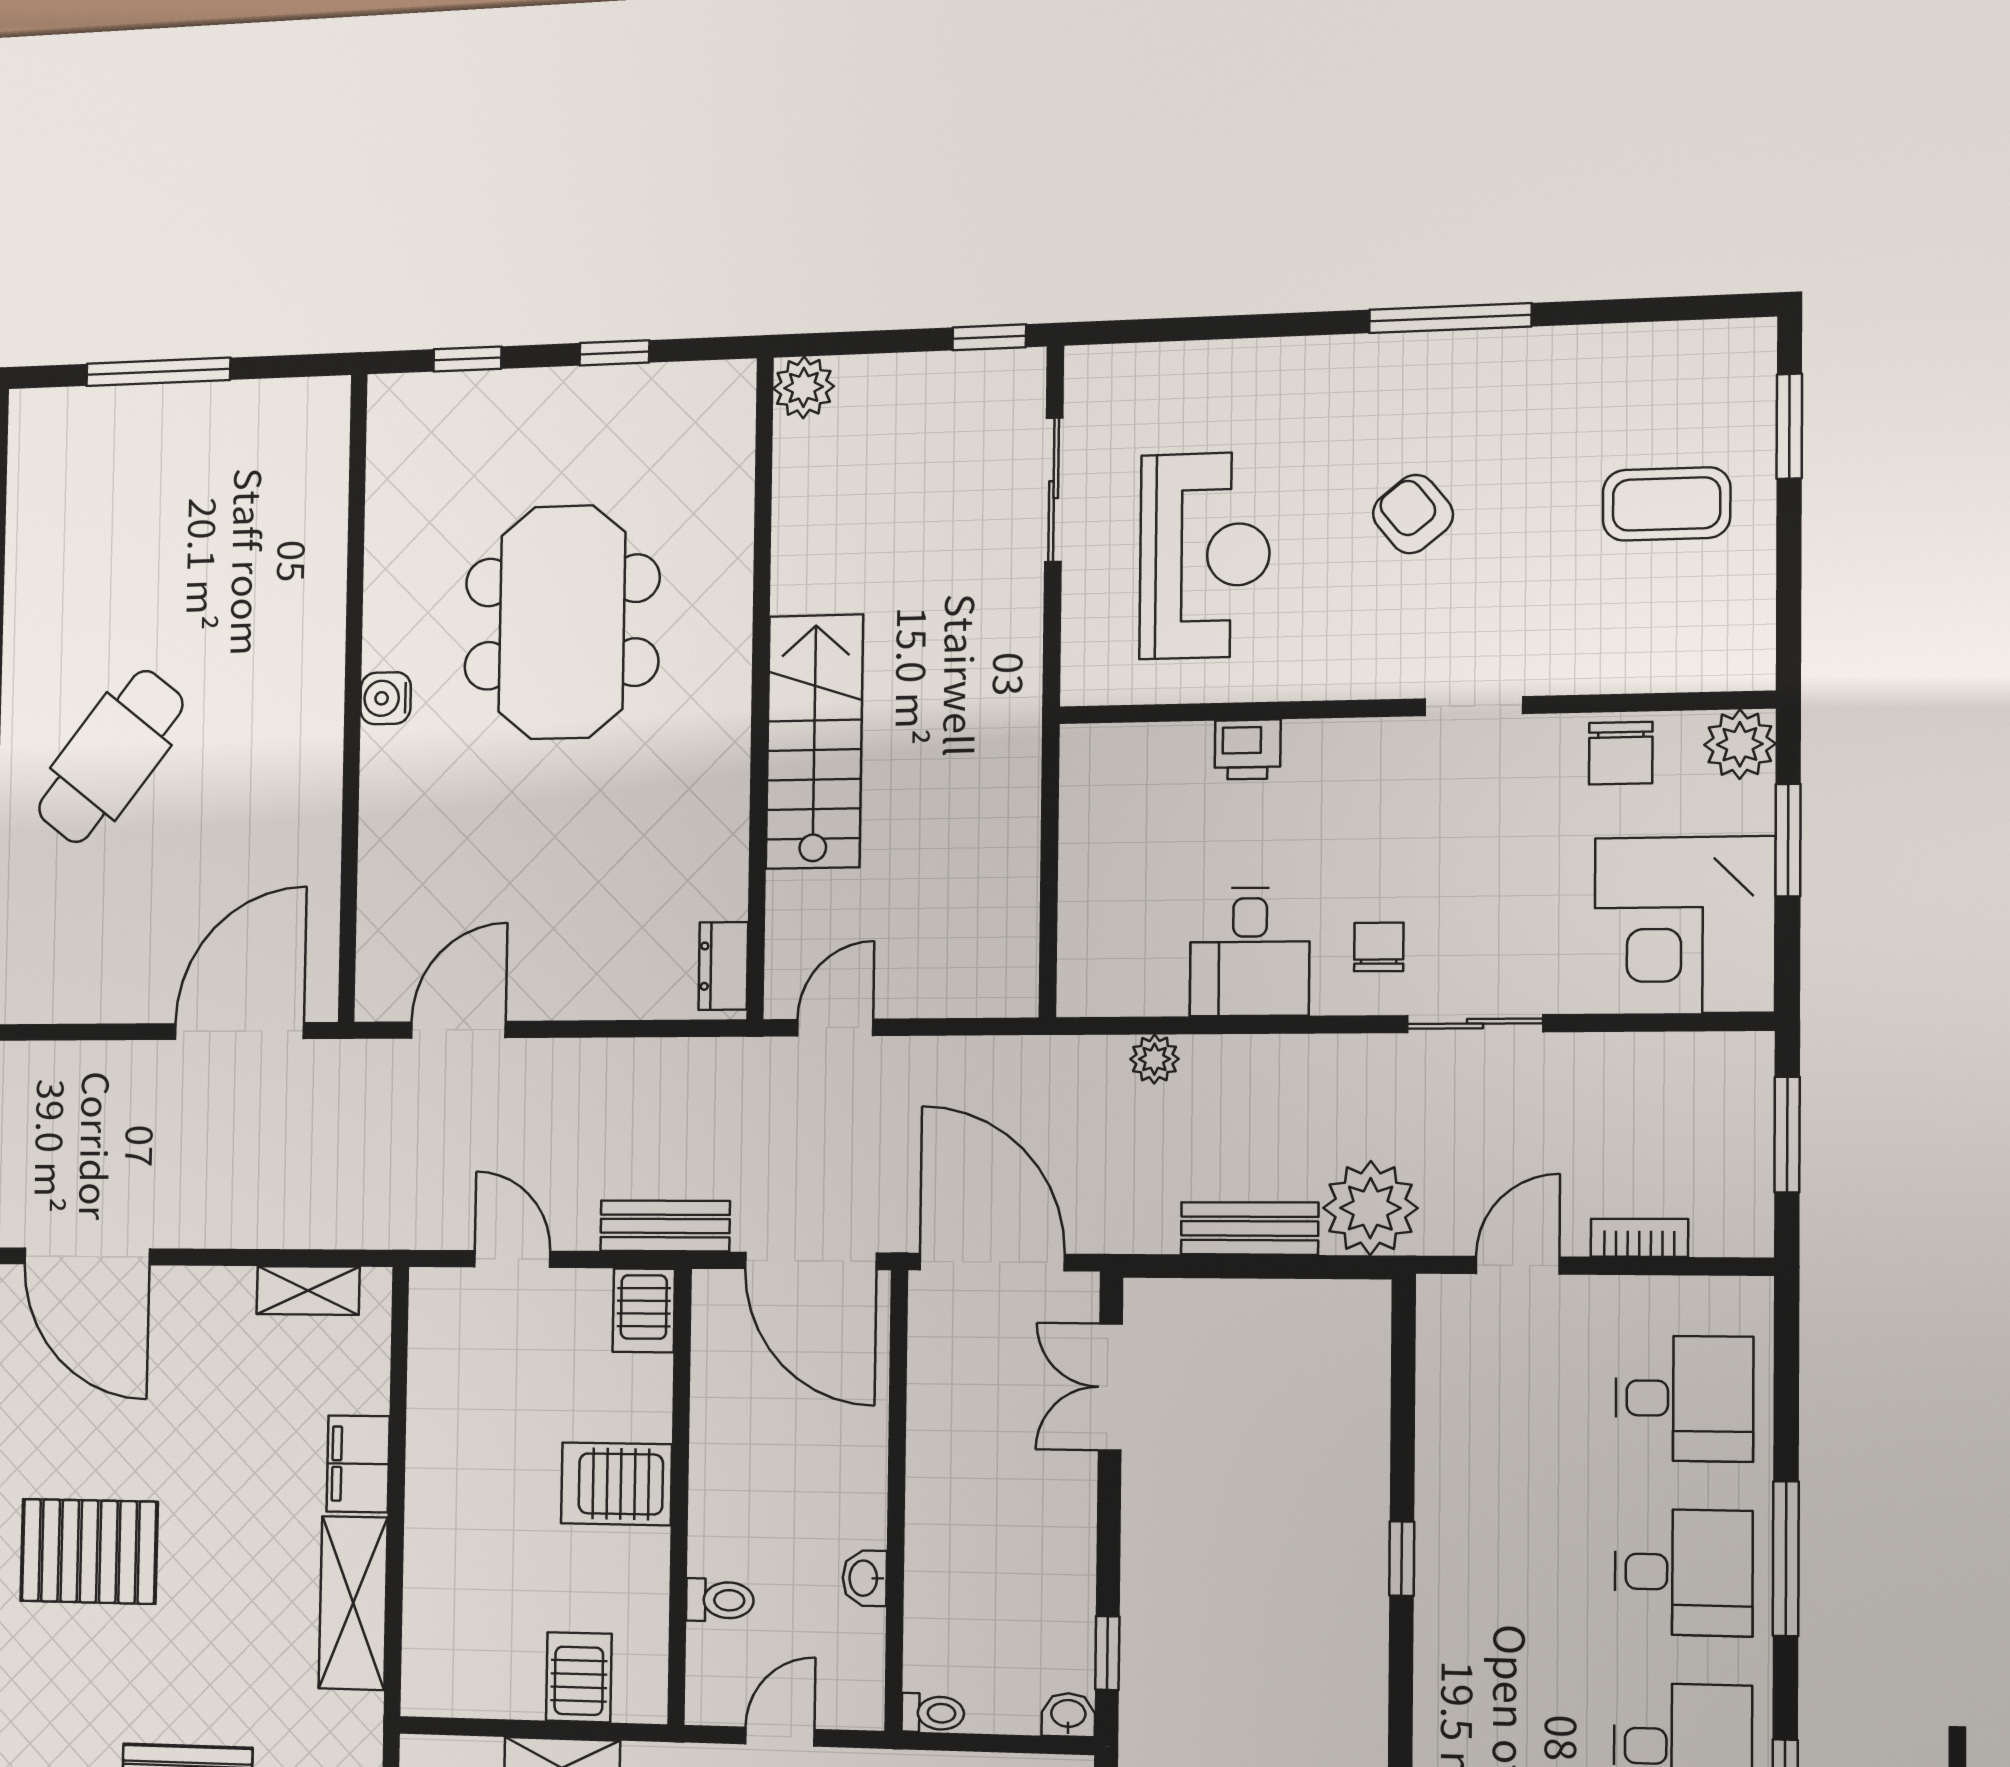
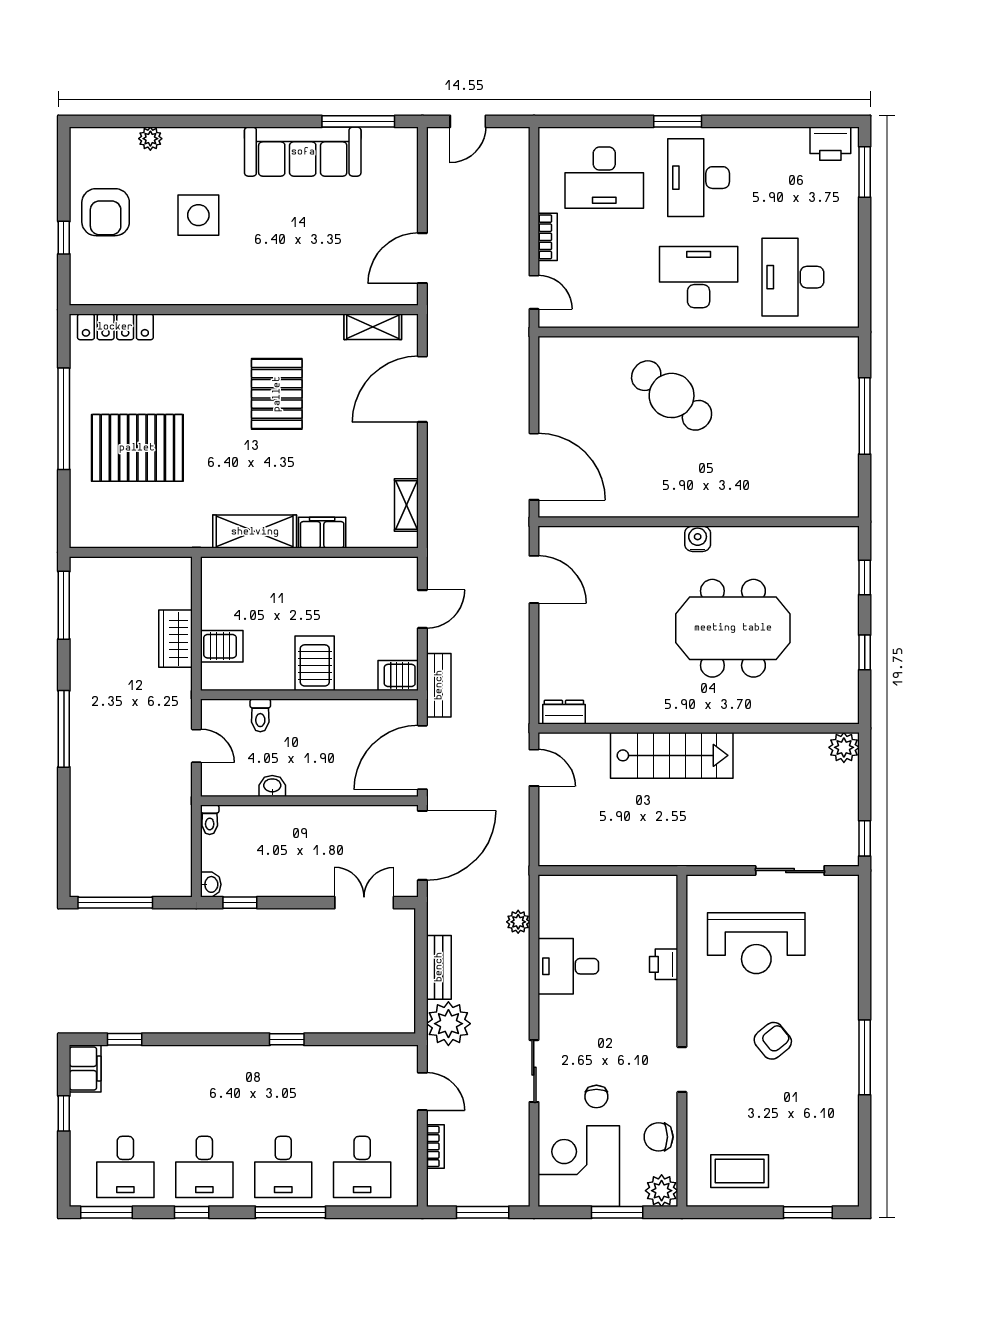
coffee table: (1666, 504) -> (740, 1171), moved, turned 90
chair: (1379, 947) -> (596, 1097), moved, turned 90

